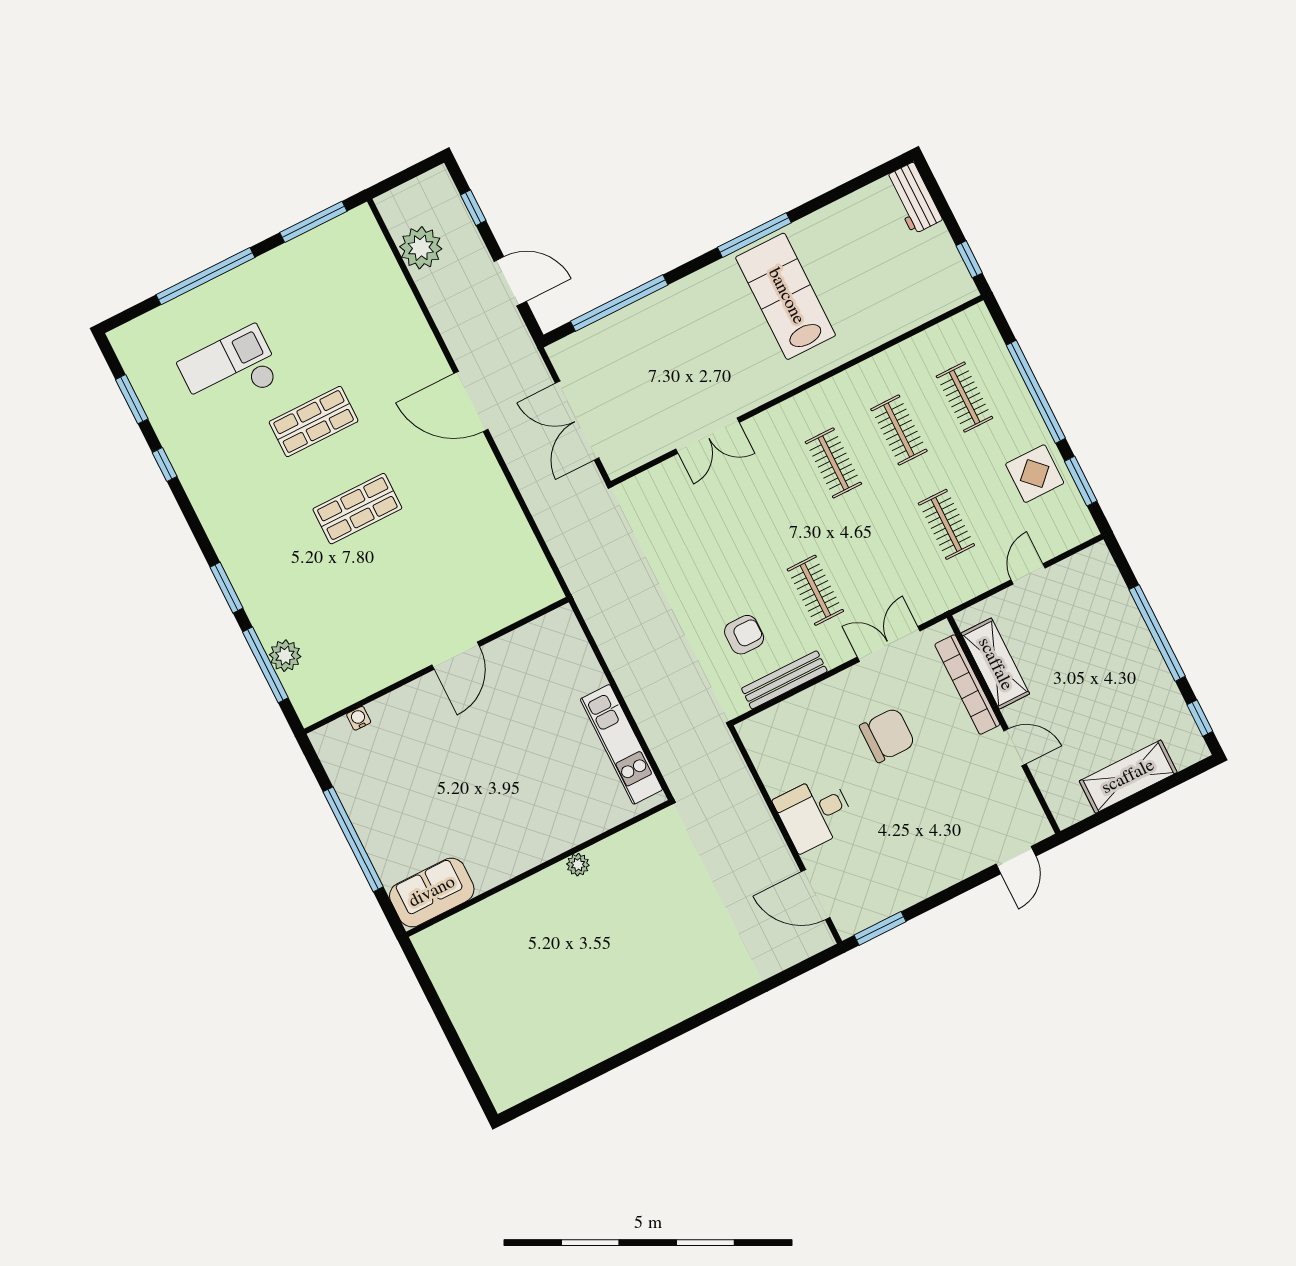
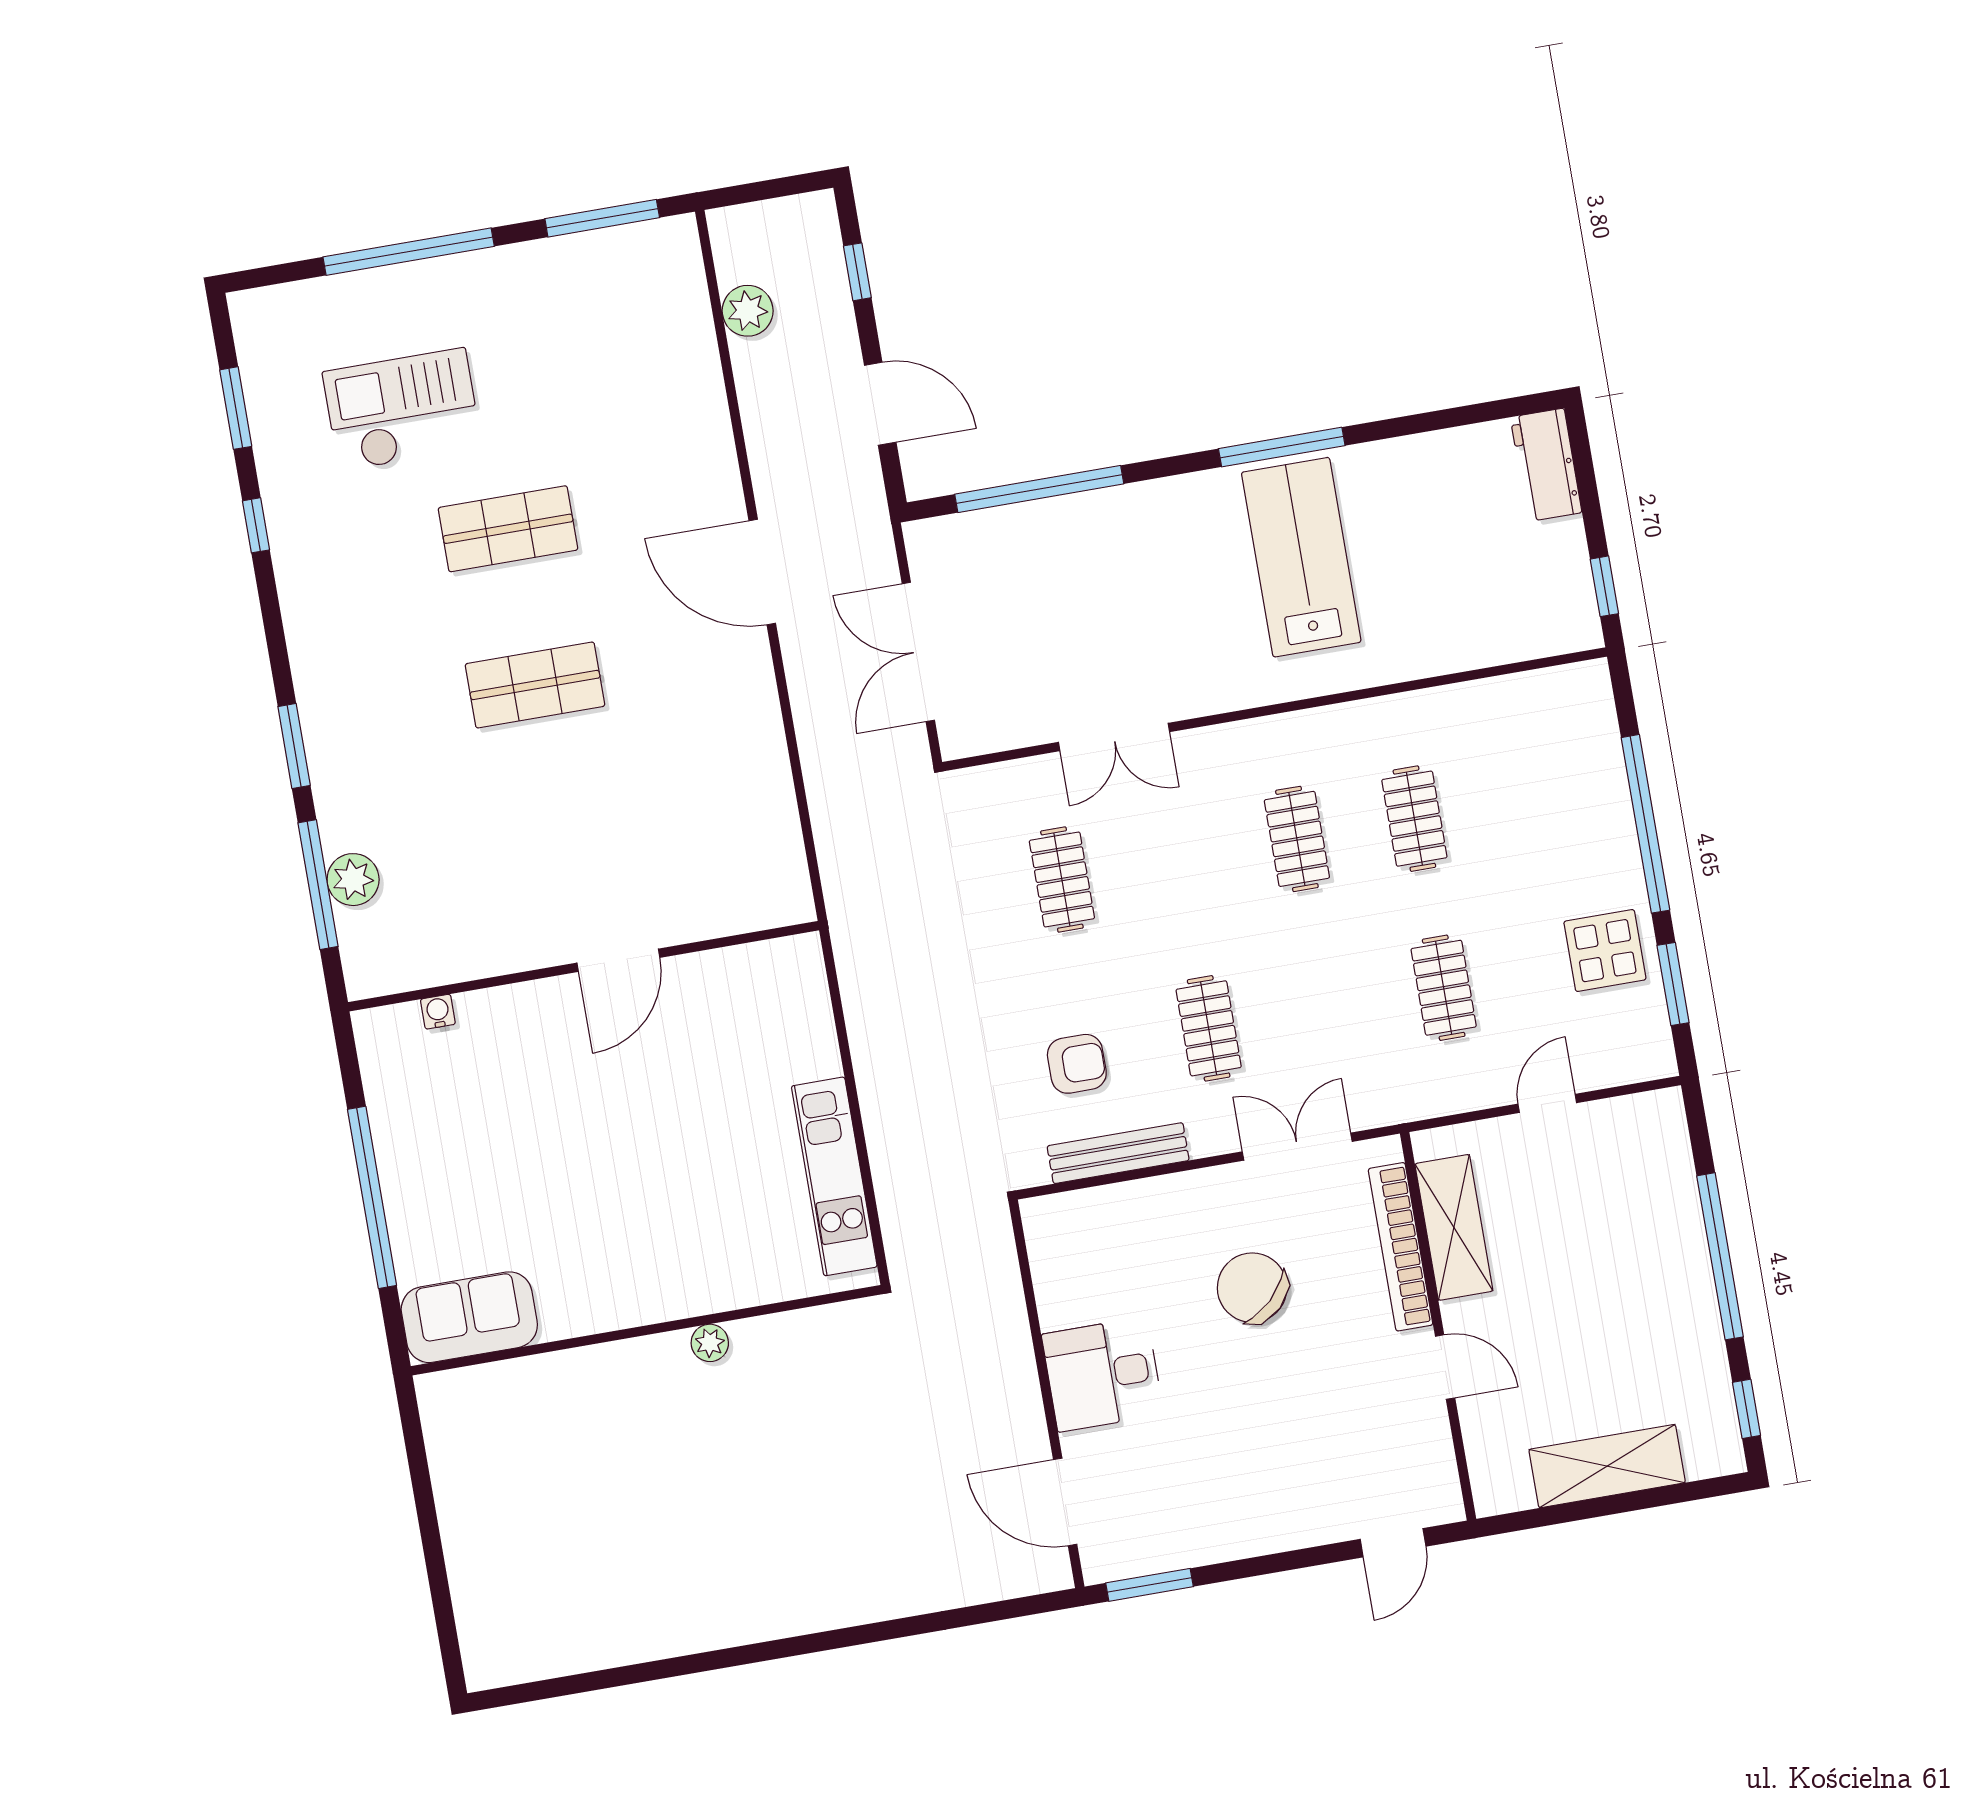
plant: (421, 248) -> (748, 311), width x0.73, depth x0.73
clothes rail: (964, 397) -> (1062, 880), moved
chair: (887, 735) -> (1252, 1288), turned -134

